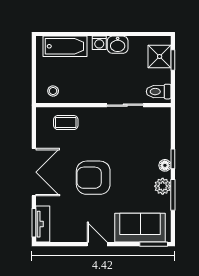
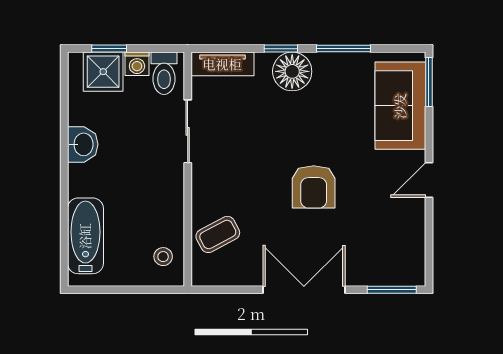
washing machine: (99, 43) -> (137, 64), moved, turned 90
coffee table: (66, 123) -> (218, 234), turned 62
floor lamp: (165, 165) -> (292, 71), width x1.89, depth x1.89
armchair: (93, 178) -> (314, 187), width x0.73, depth x0.73
plant: (163, 186) -> (328, 66), removed
tv unit: (43, 224) -> (222, 64), moved, turned 180

